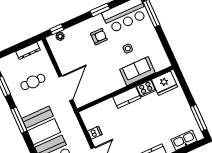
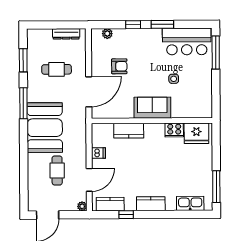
window: (57, 29) -> (133, 25), moved
armchair: (99, 37) -> (119, 66), moved
sofa: (137, 71) -> (152, 108), moved
kitchen counter: (127, 98) -> (129, 131), moved

